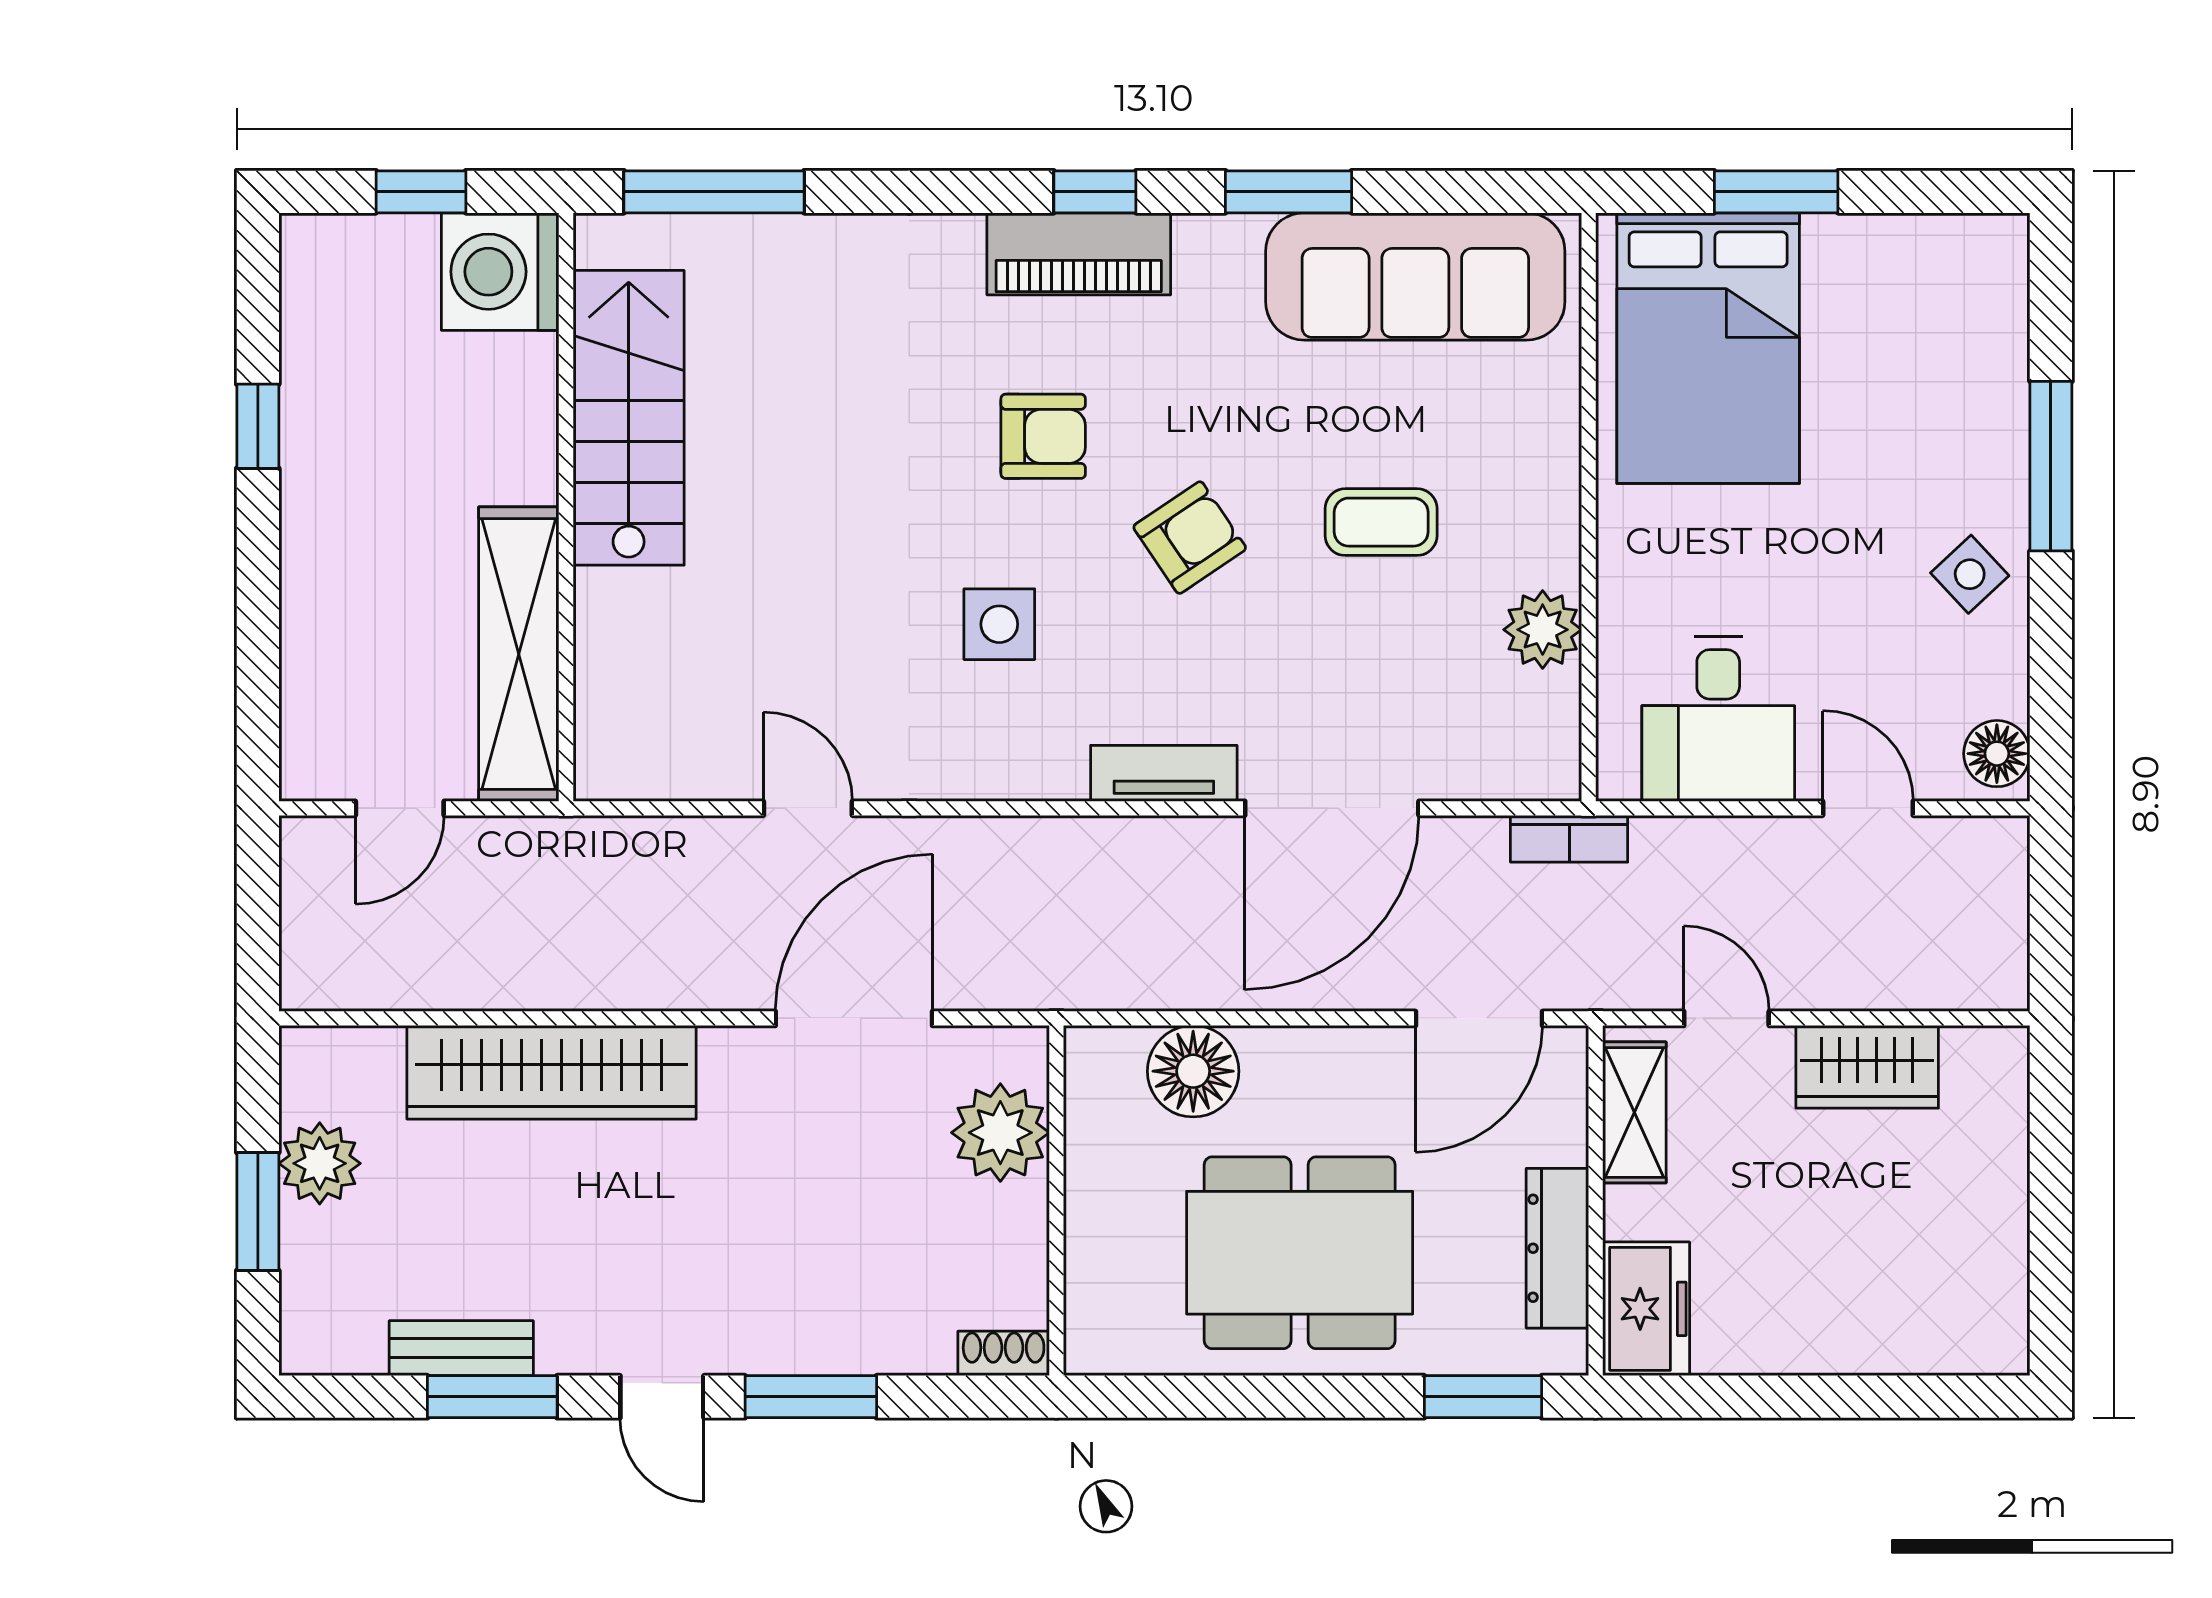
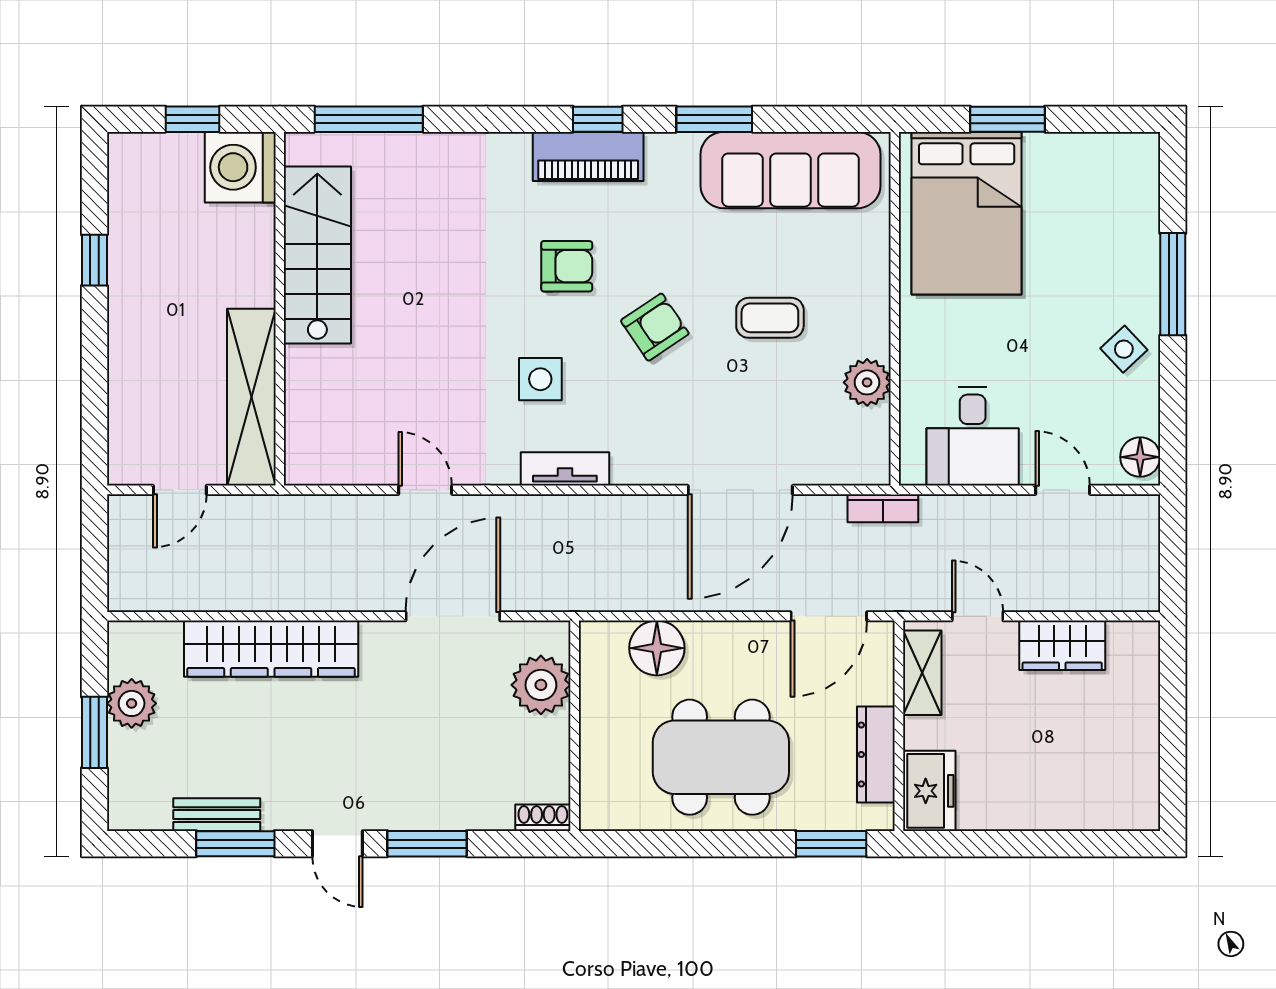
tv unit: (1164, 773) -> (565, 469), moved

